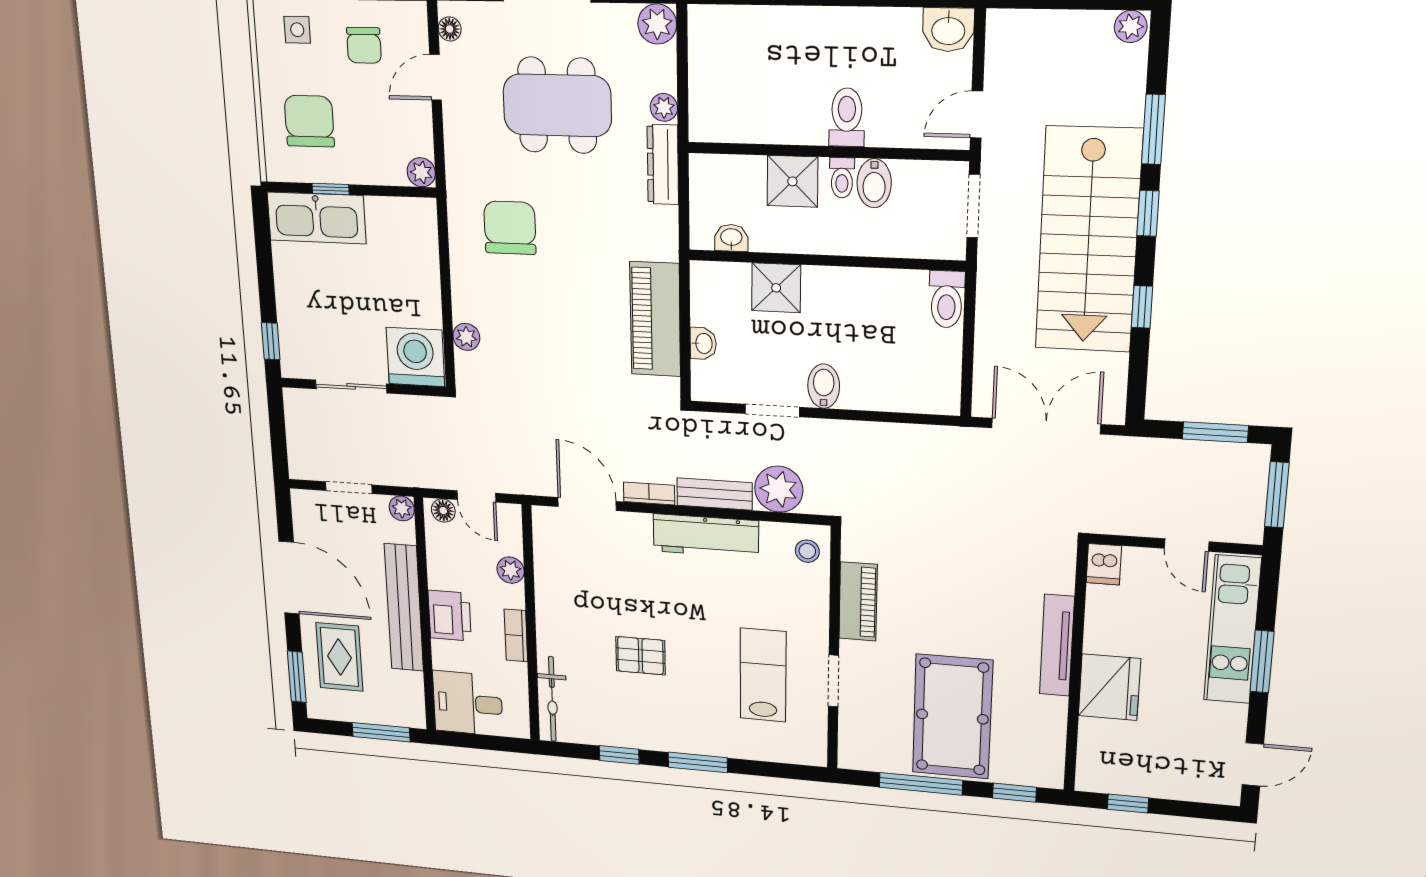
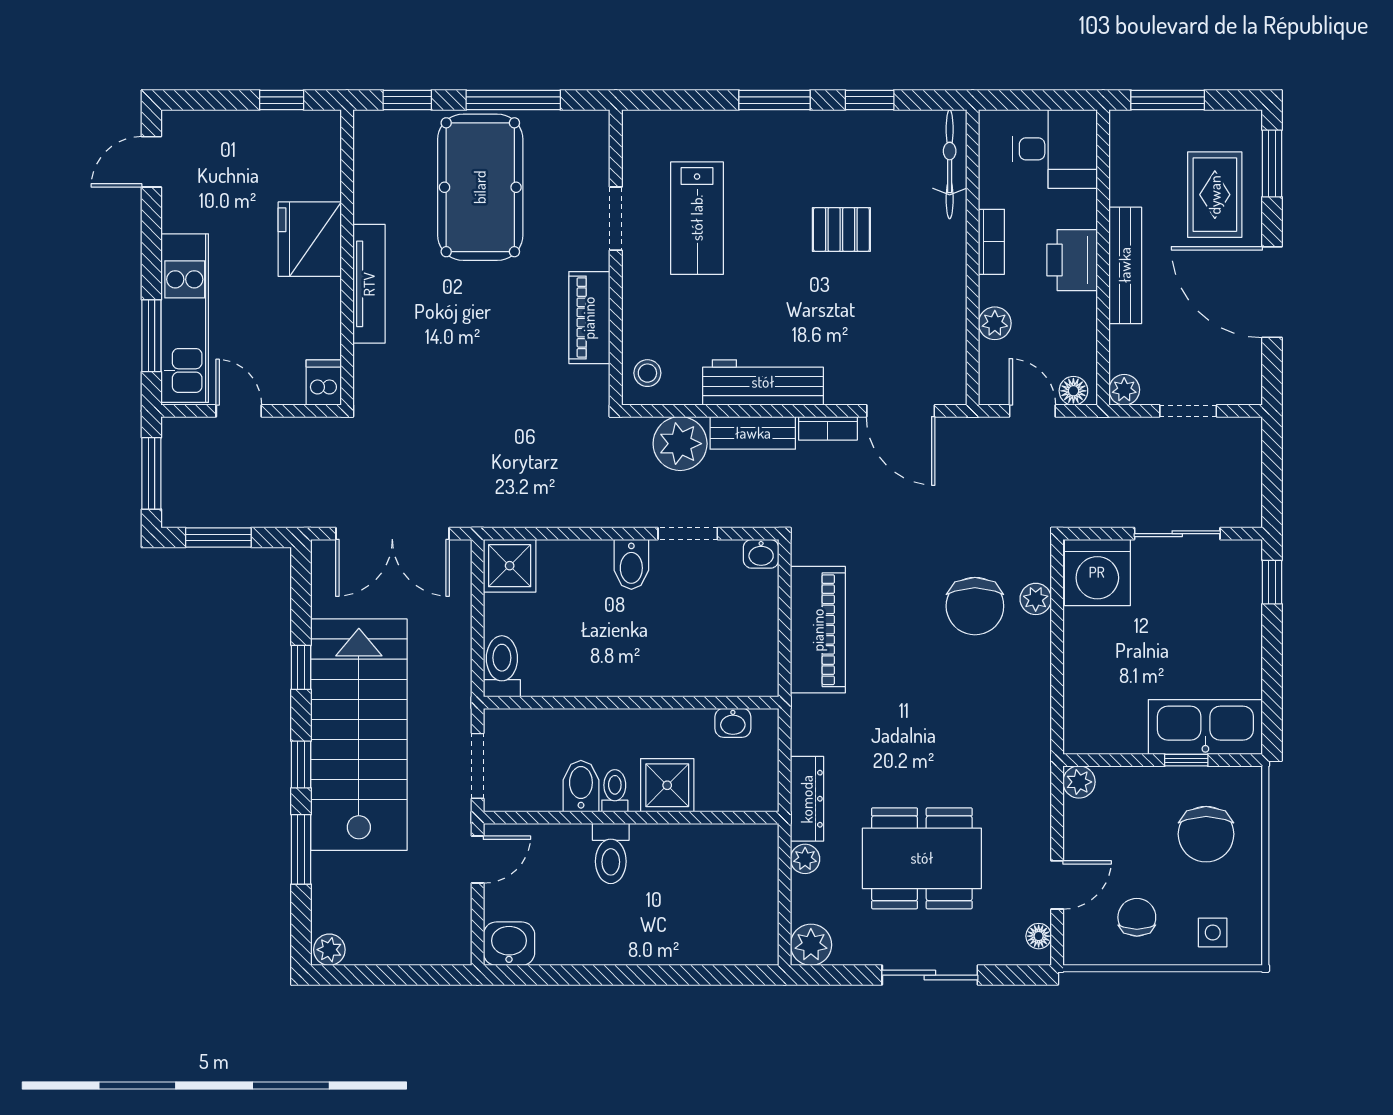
chair: (510, 228) -> (975, 606), moved
shower: (776, 288) -> (510, 566), moved
washbasin: (703, 343) -> (761, 554), moved, turned -90
bench: (404, 608) -> (1125, 265), width x0.73, depth x0.82
window: (1262, 662) -> (151, 336), moved

